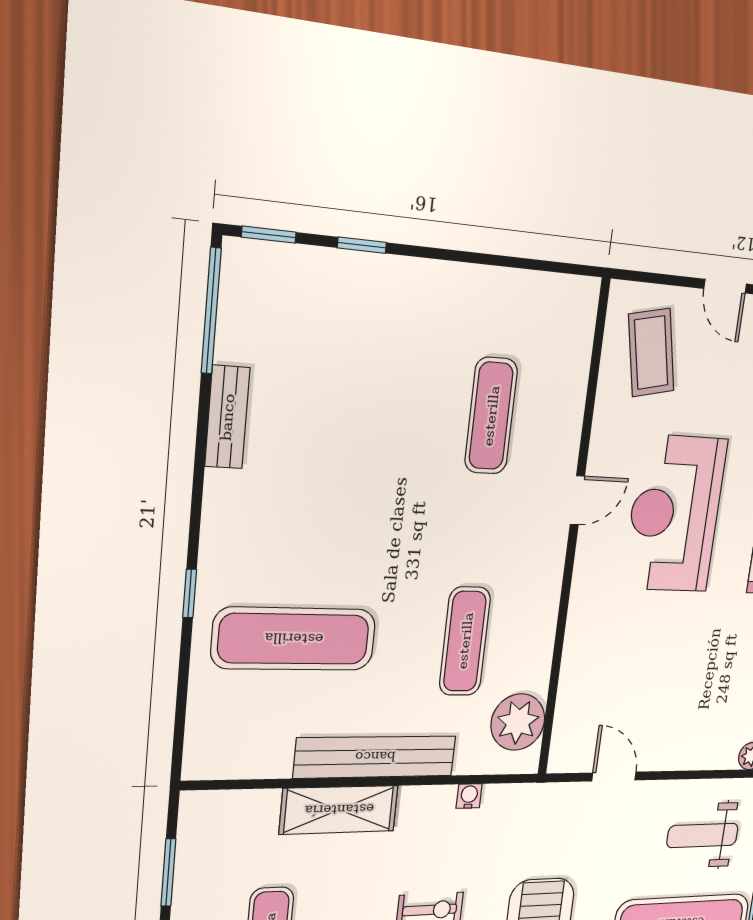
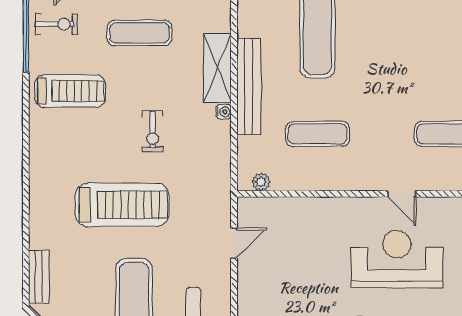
plant: (518, 722) -> (261, 182), width x0.53, depth x0.53
water cooler: (469, 796) -> (224, 112), moved

